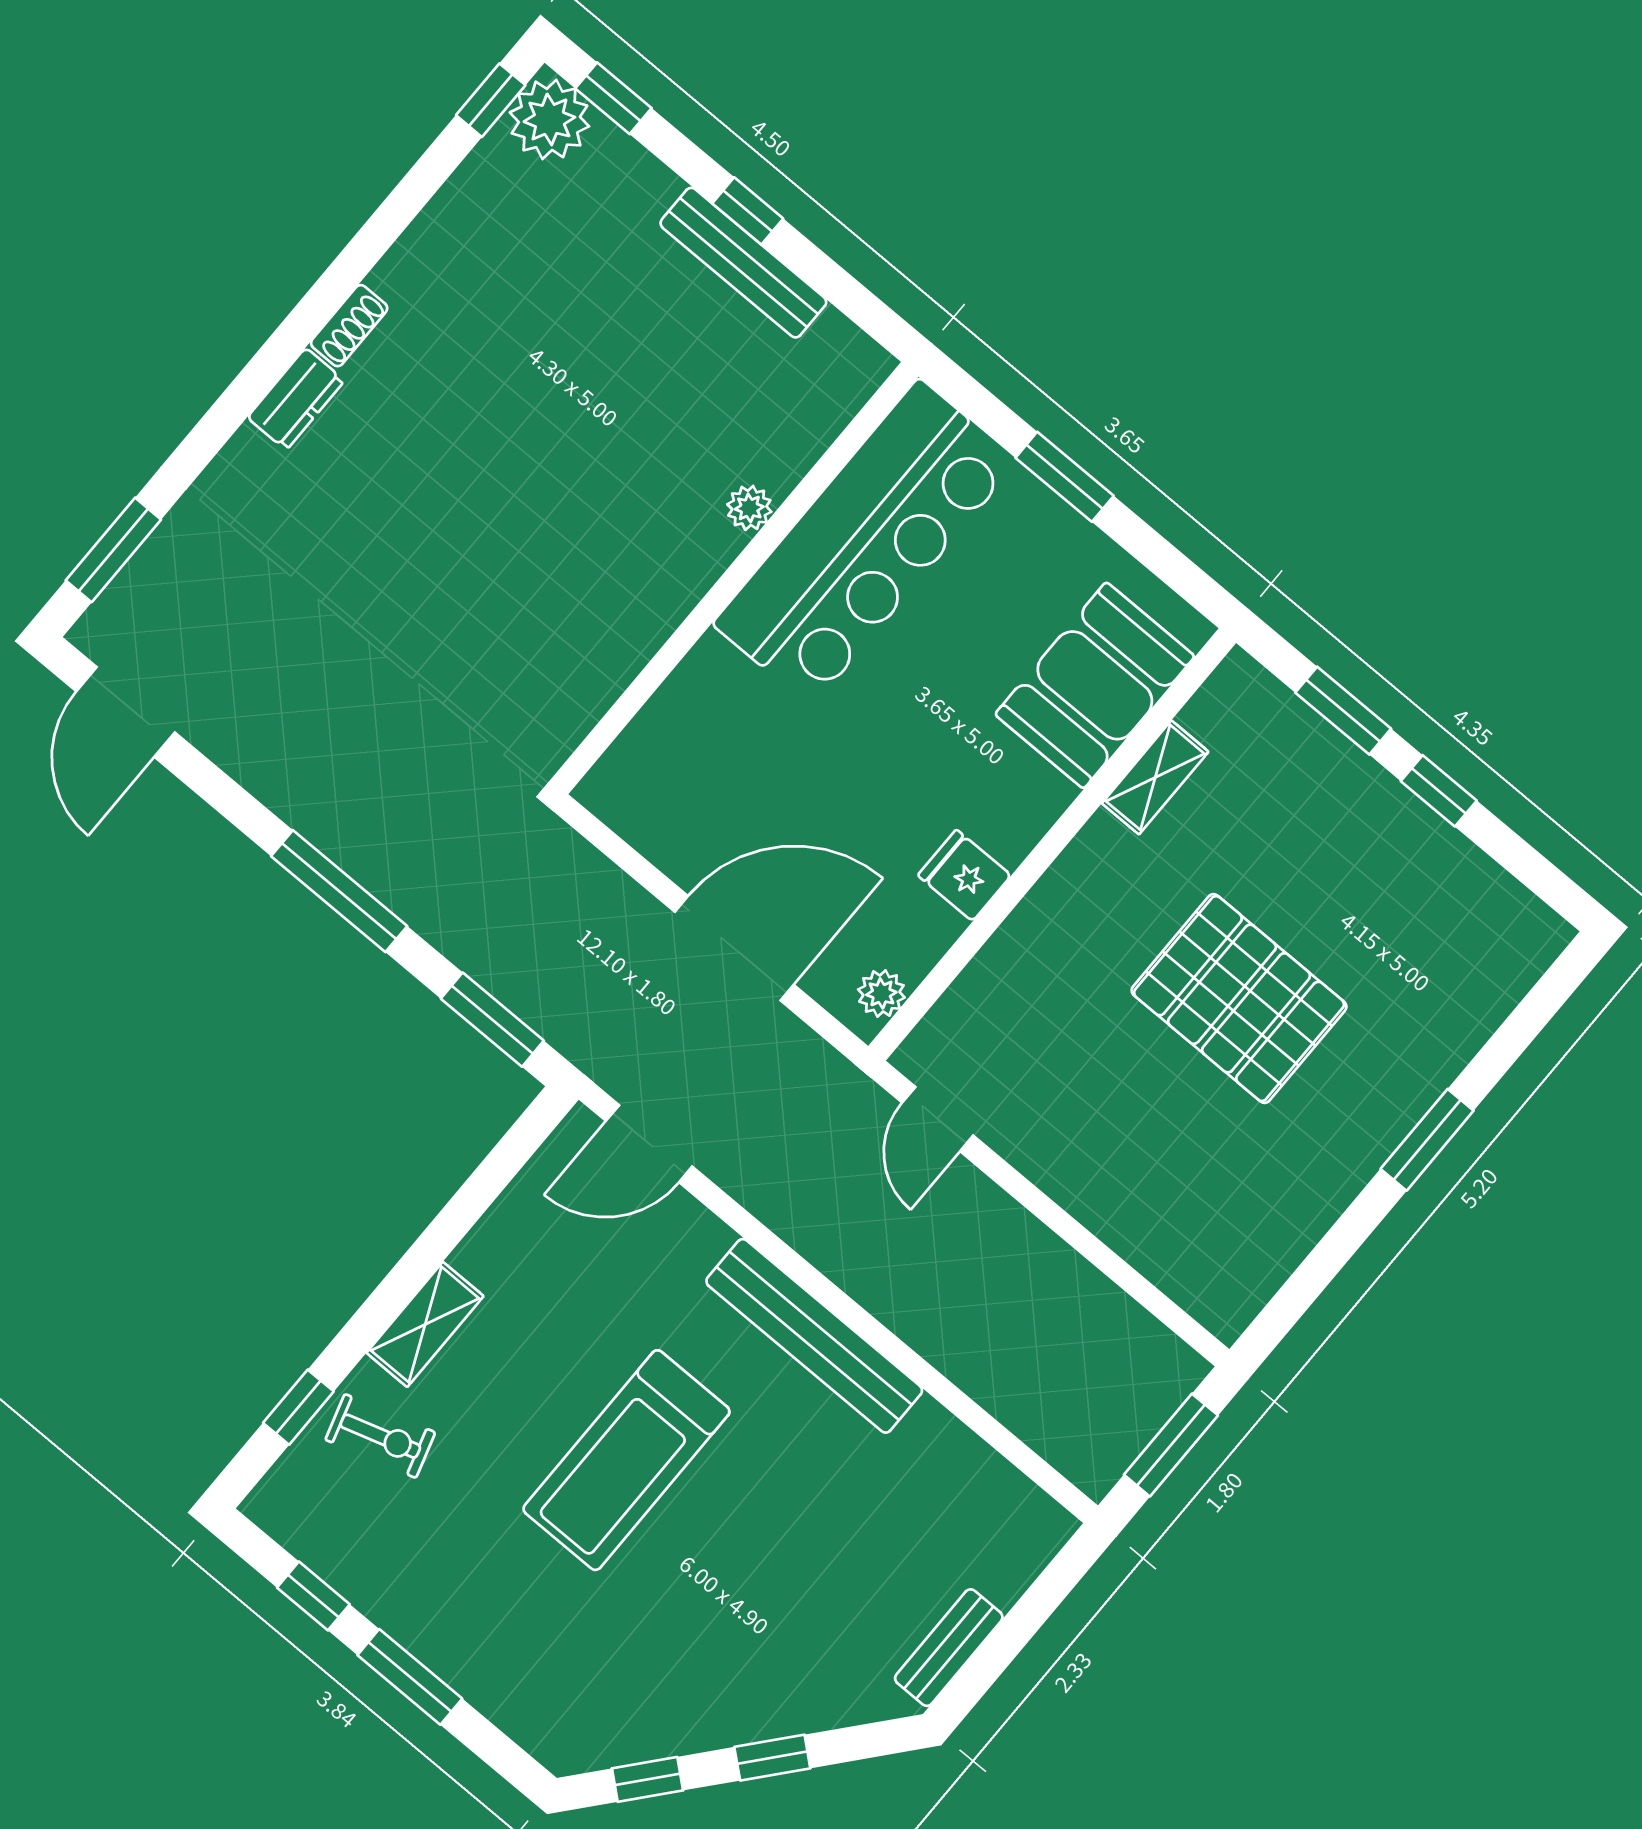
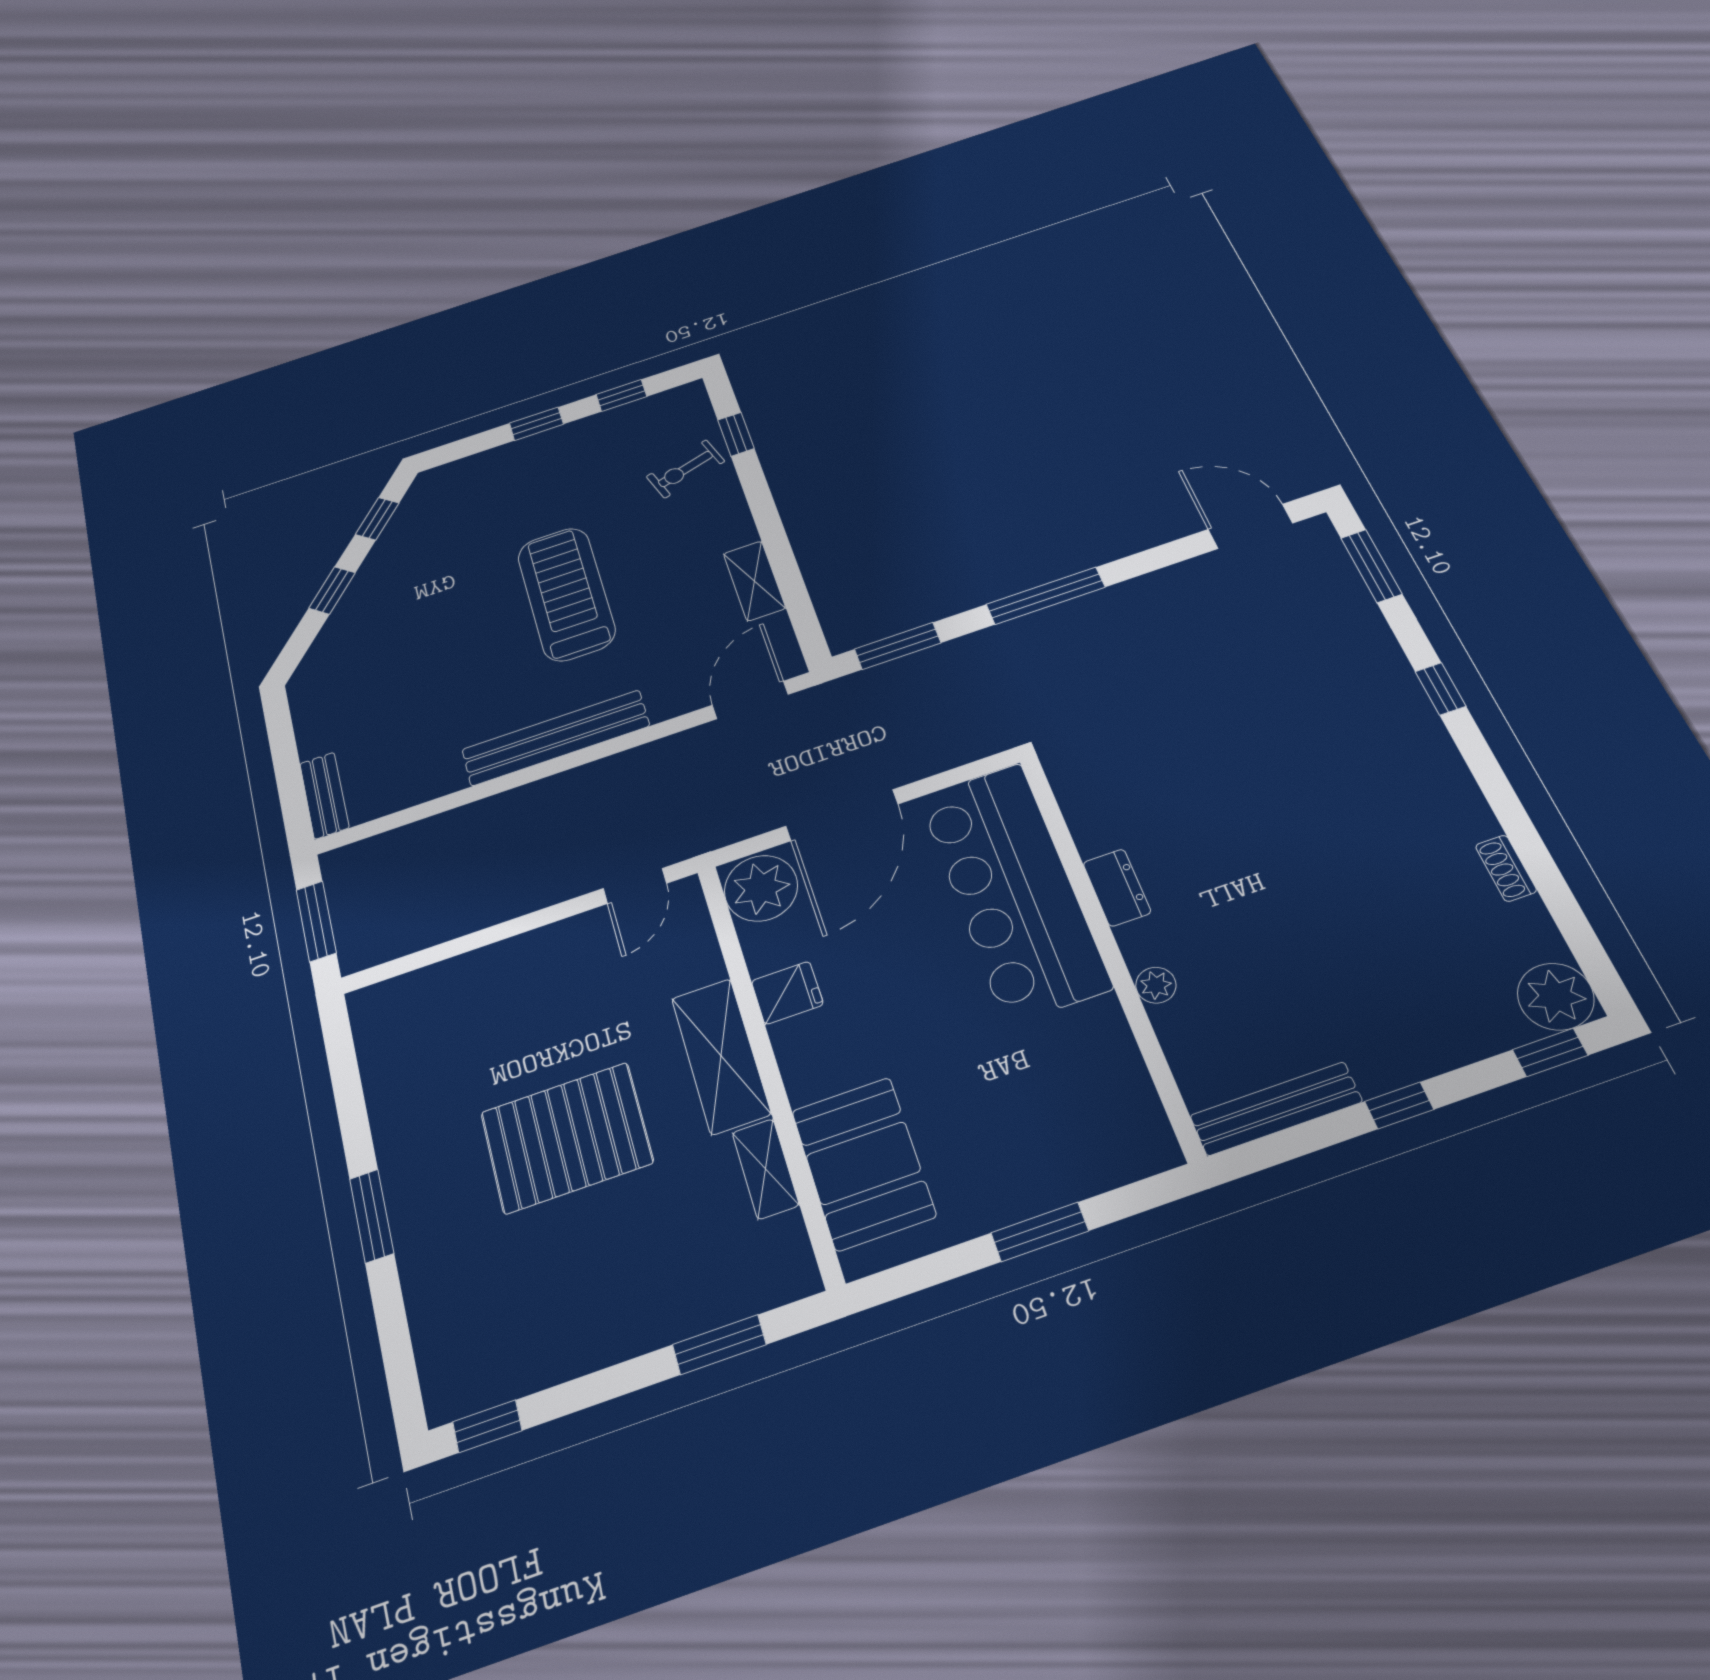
window: (491, 100) -> (1441, 689), moved
bench: (743, 263) -> (1276, 1109), moved
shoe rack: (349, 326) -> (1506, 868), moved
dresser: (296, 399) -> (1117, 888), moved, turned 180
bar counter: (865, 543) -> (1013, 890), moved
window: (1439, 791) -> (487, 1426), moved
shelving: (1068, 899) -> (721, 1056), added
plant: (881, 993) -> (761, 888), width x1.88, depth x1.88
door: (938, 1119) -> (635, 886), swing flipped
shelving: (425, 1324) -> (754, 581), moved
bench: (949, 1648) -> (324, 795), moved
window: (410, 1677) -> (536, 424), width x0.67

